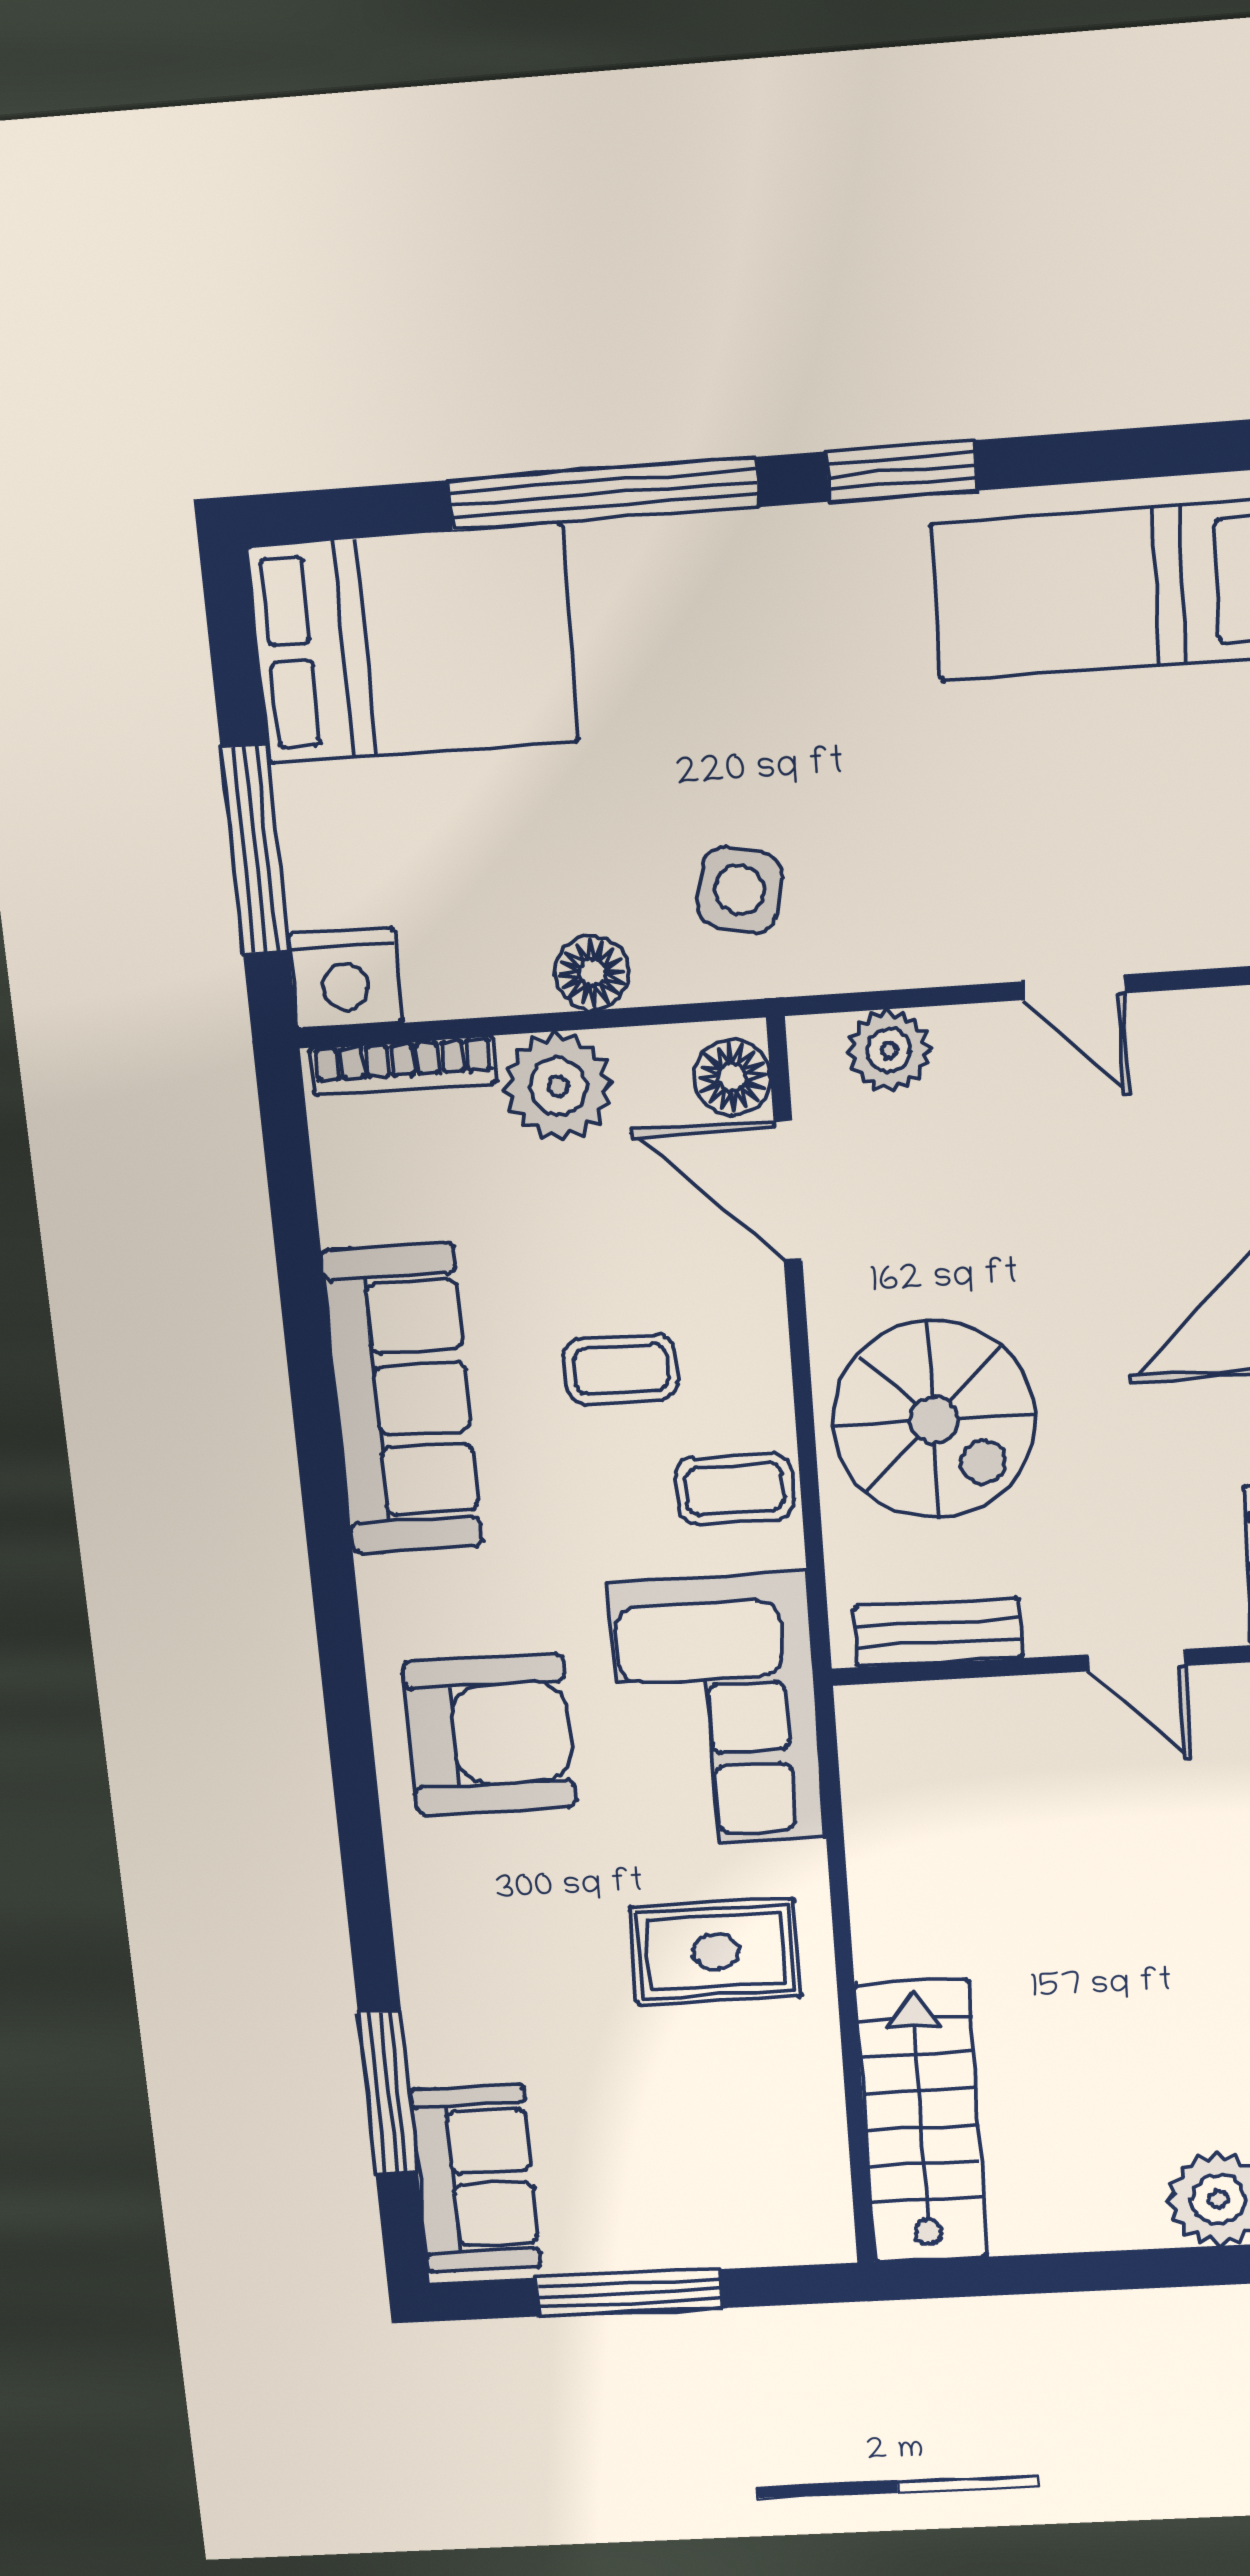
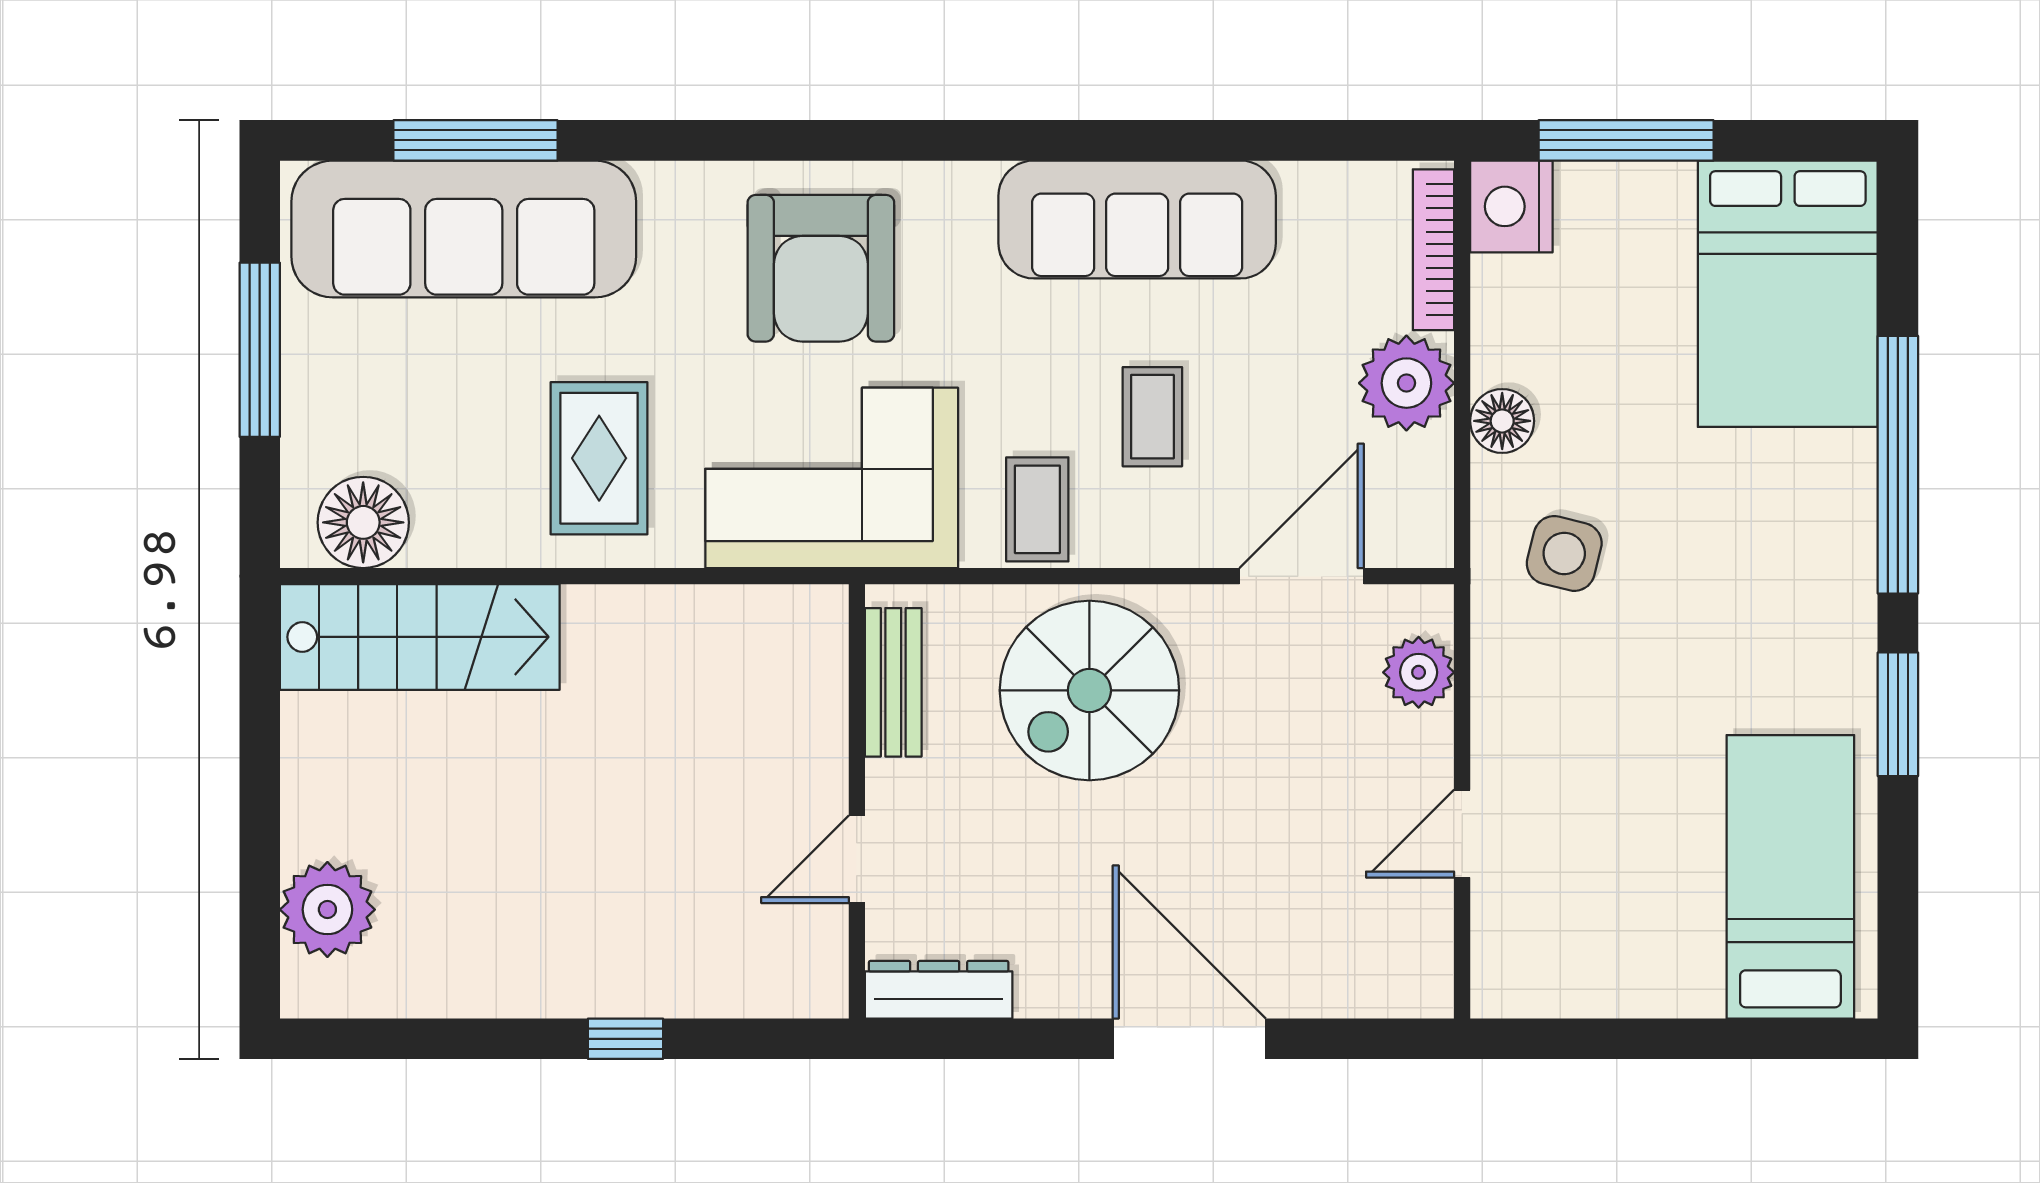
floor lamp: (732, 1077) -> (363, 522), moved, width x1.38, depth x1.38
sofa: (476, 2178) -> (464, 229), width x1.85, depth x1.27

